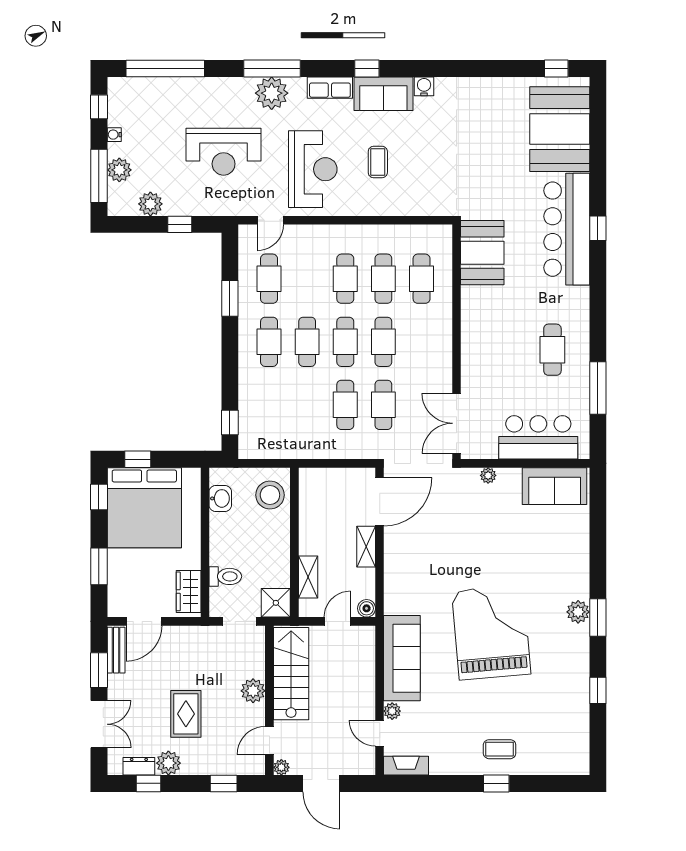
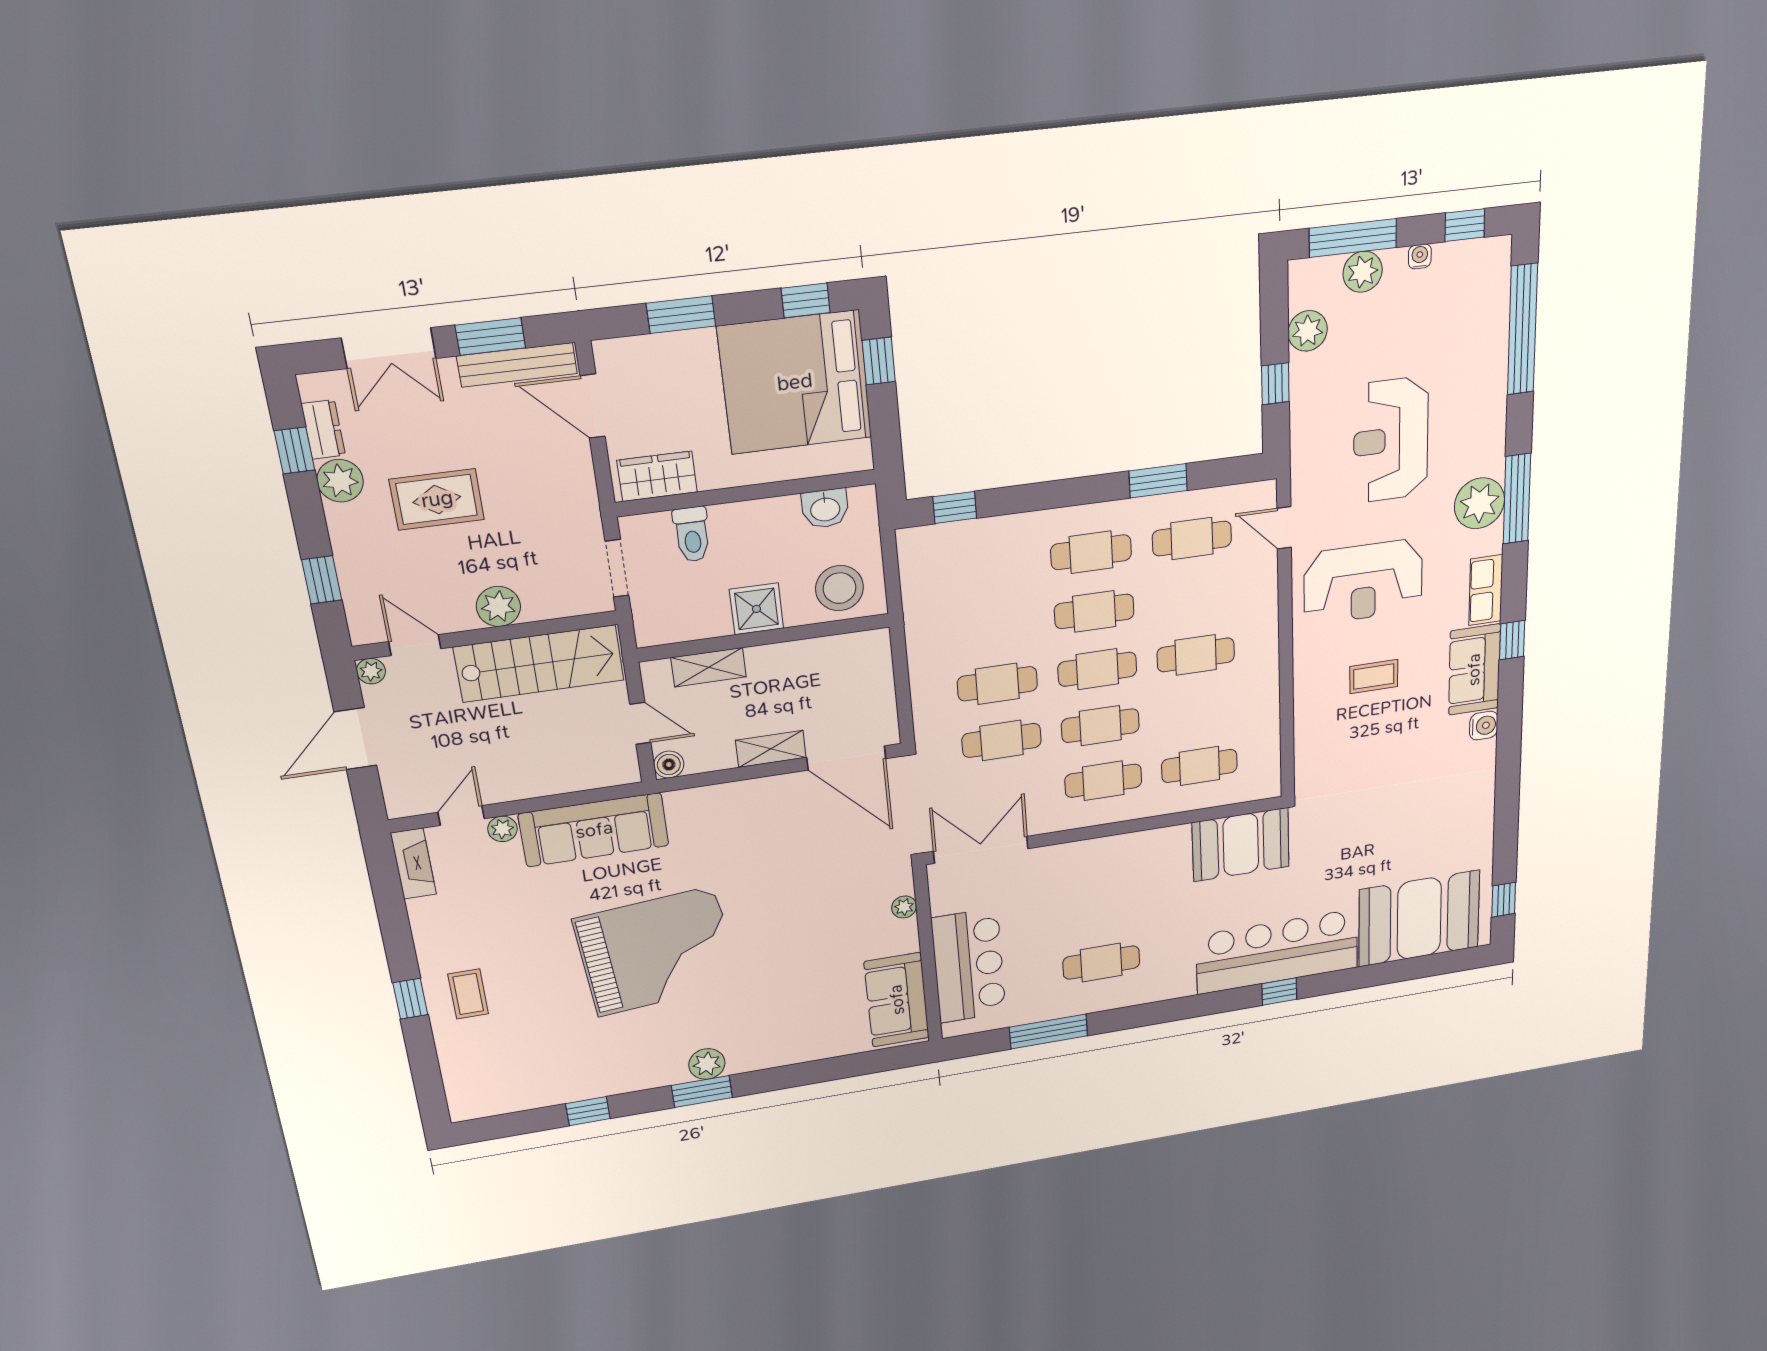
cafe table: (383, 279) -> (1103, 781), moved
shower: (276, 603) -> (756, 609), moved
bench: (116, 650) -> (517, 365), width x1.36

